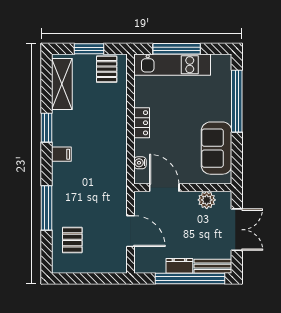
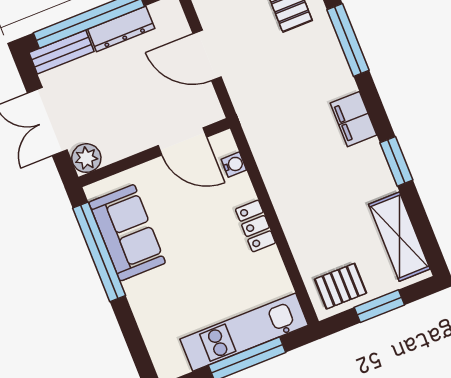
pallet: (107, 69) -> (341, 286), turned 90
window: (237, 101) -> (99, 252), moved
filing cabinet: (61, 154) -> (354, 119), width x2.00
plant: (207, 200) -> (86, 158), moved
dresser: (179, 266) -> (121, 29), width x1.44

